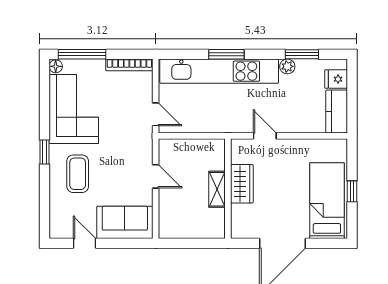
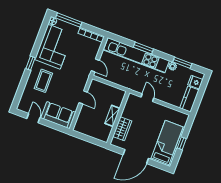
wardrobe: (242, 184) -> (122, 129), moved

